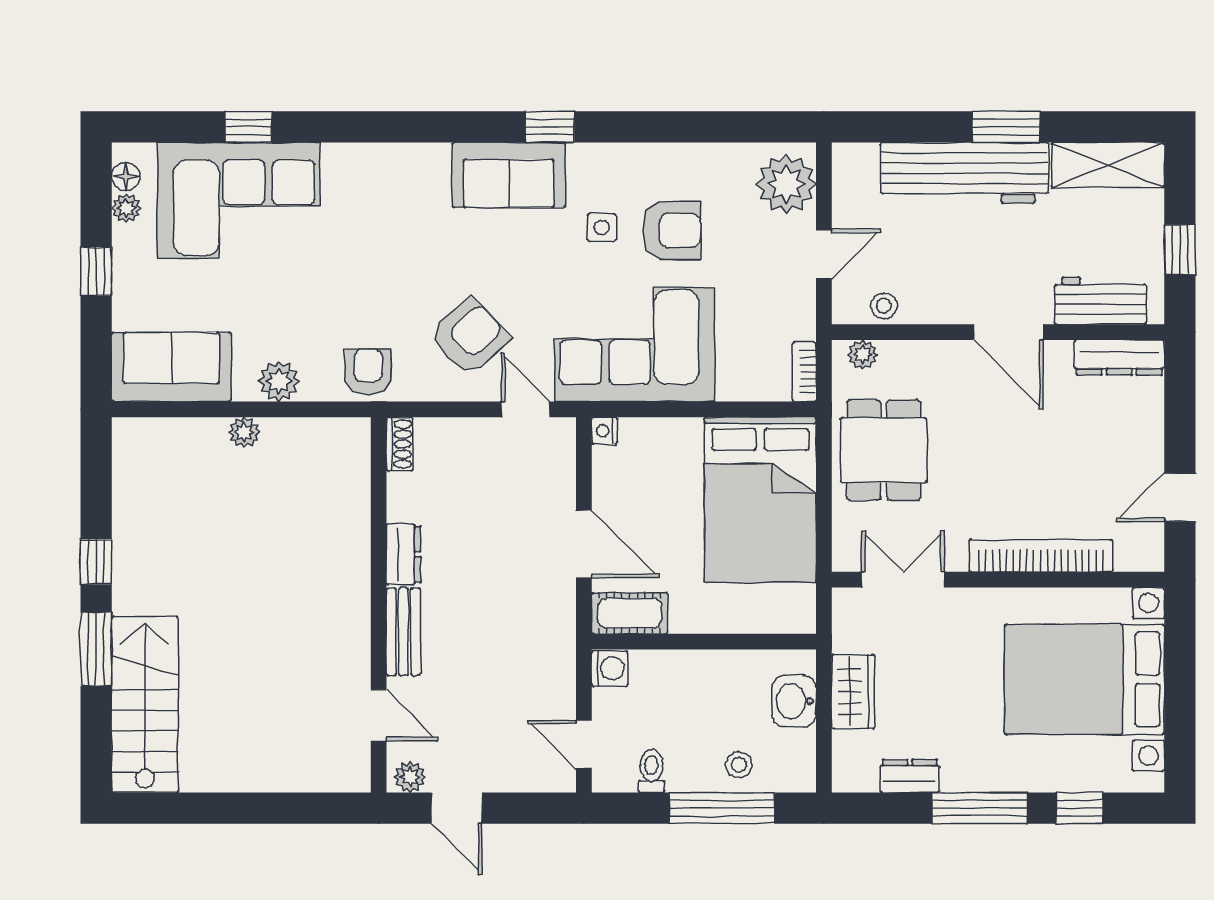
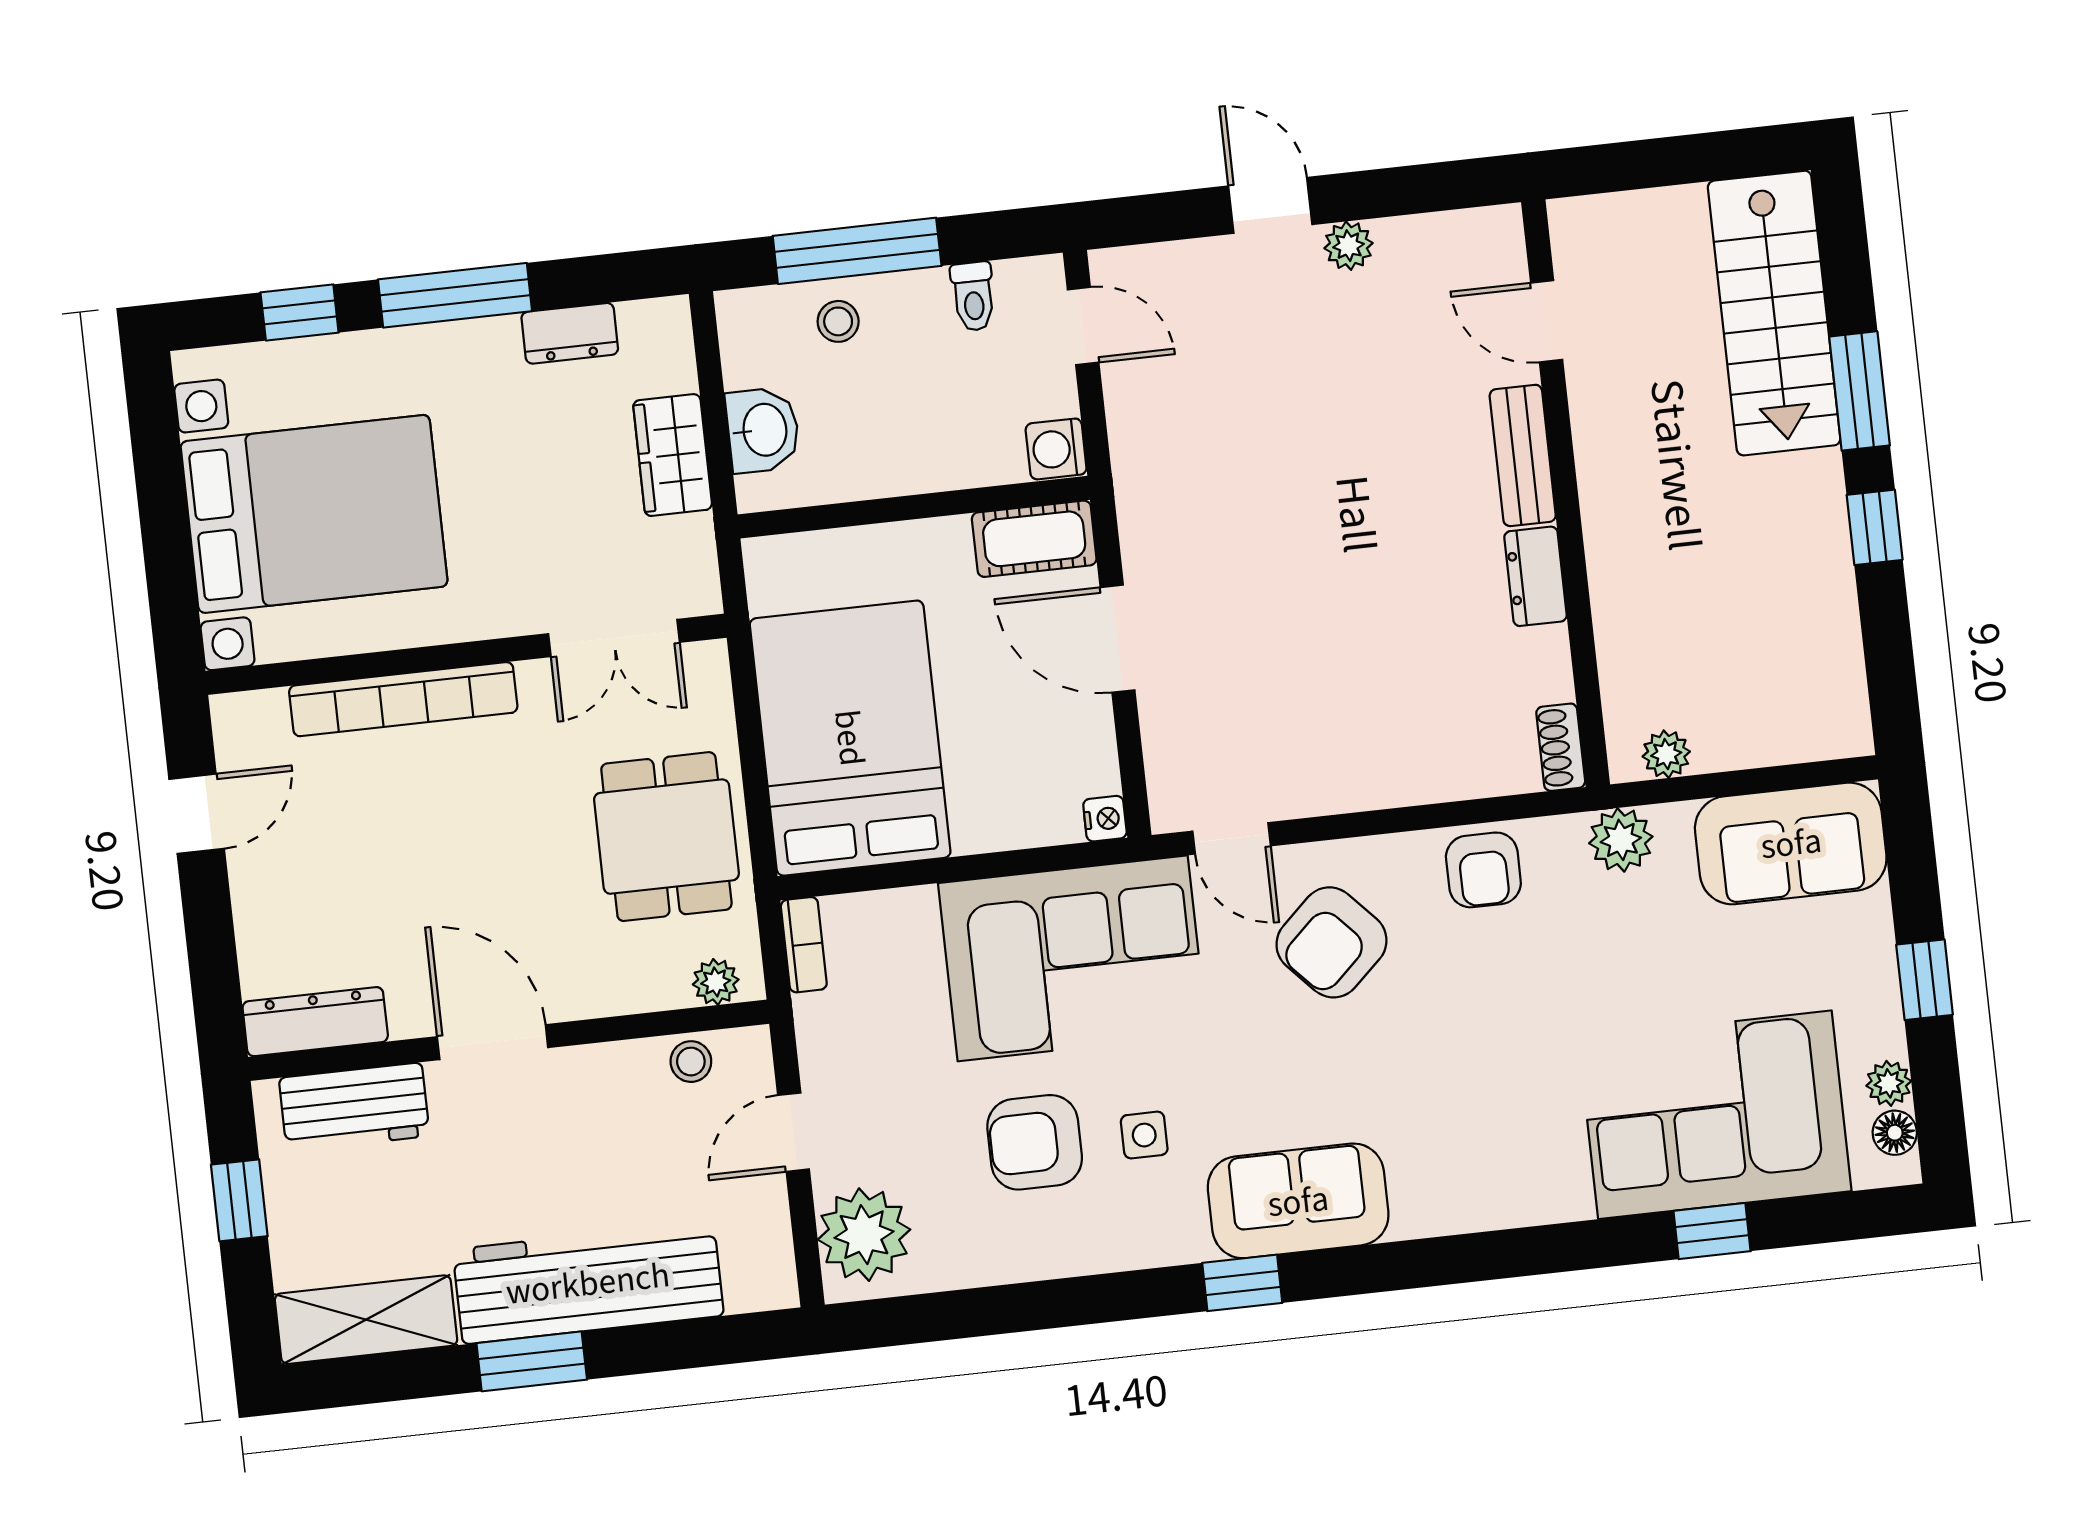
shoe rack: (400, 444) -> (1561, 747), moved
dresser: (404, 554) -> (1535, 576), moved
wall: (379, 605) -> (1566, 493), moved
bench: (403, 632) -> (1523, 455), moved
door: (379, 715) -> (1547, 321), moved

